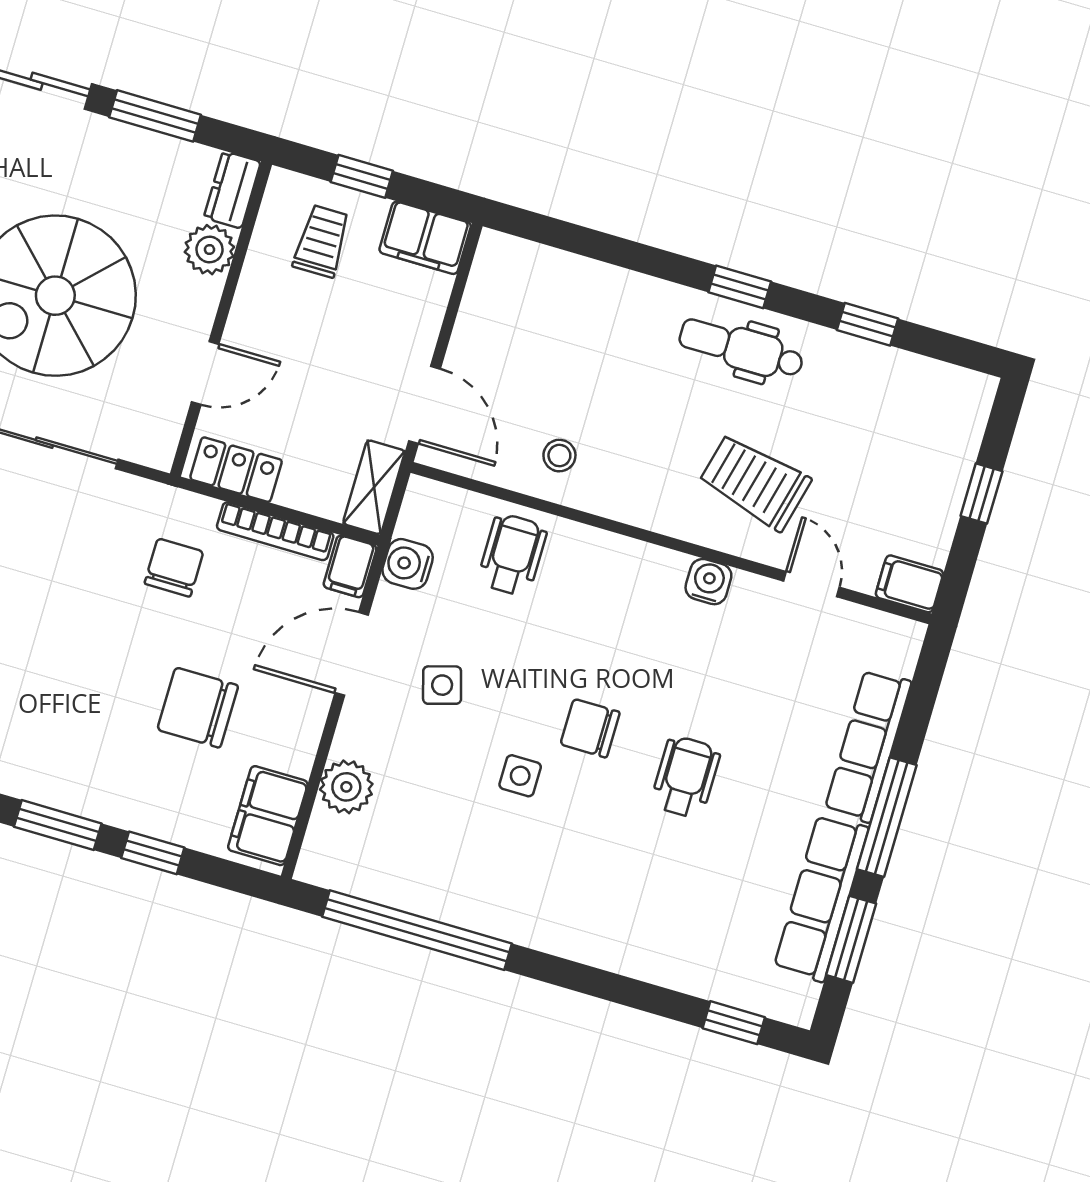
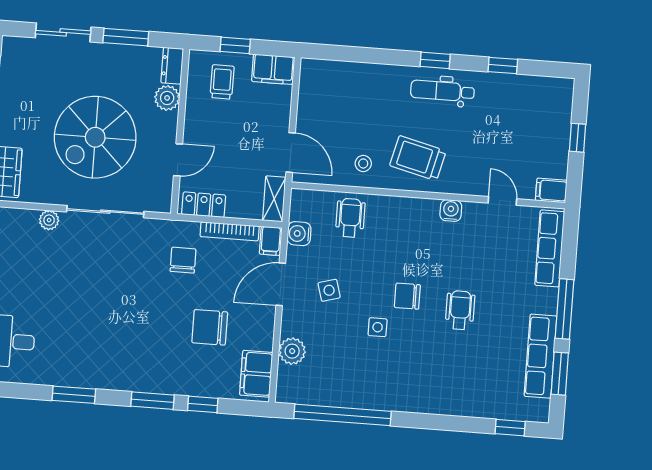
trolley: (755, 482) -> (418, 158), moved
row of seats: (868, 746) -> (550, 248), moved

